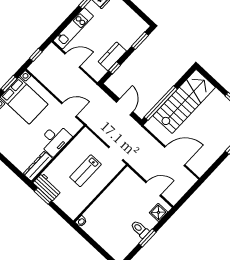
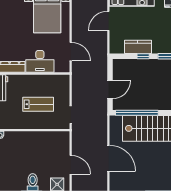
door: (72, 60) -> (108, 21), swing flipped
window: (115, 68) -> (143, 56), moved
lab bench: (86, 171) -> (38, 104), turned 180

